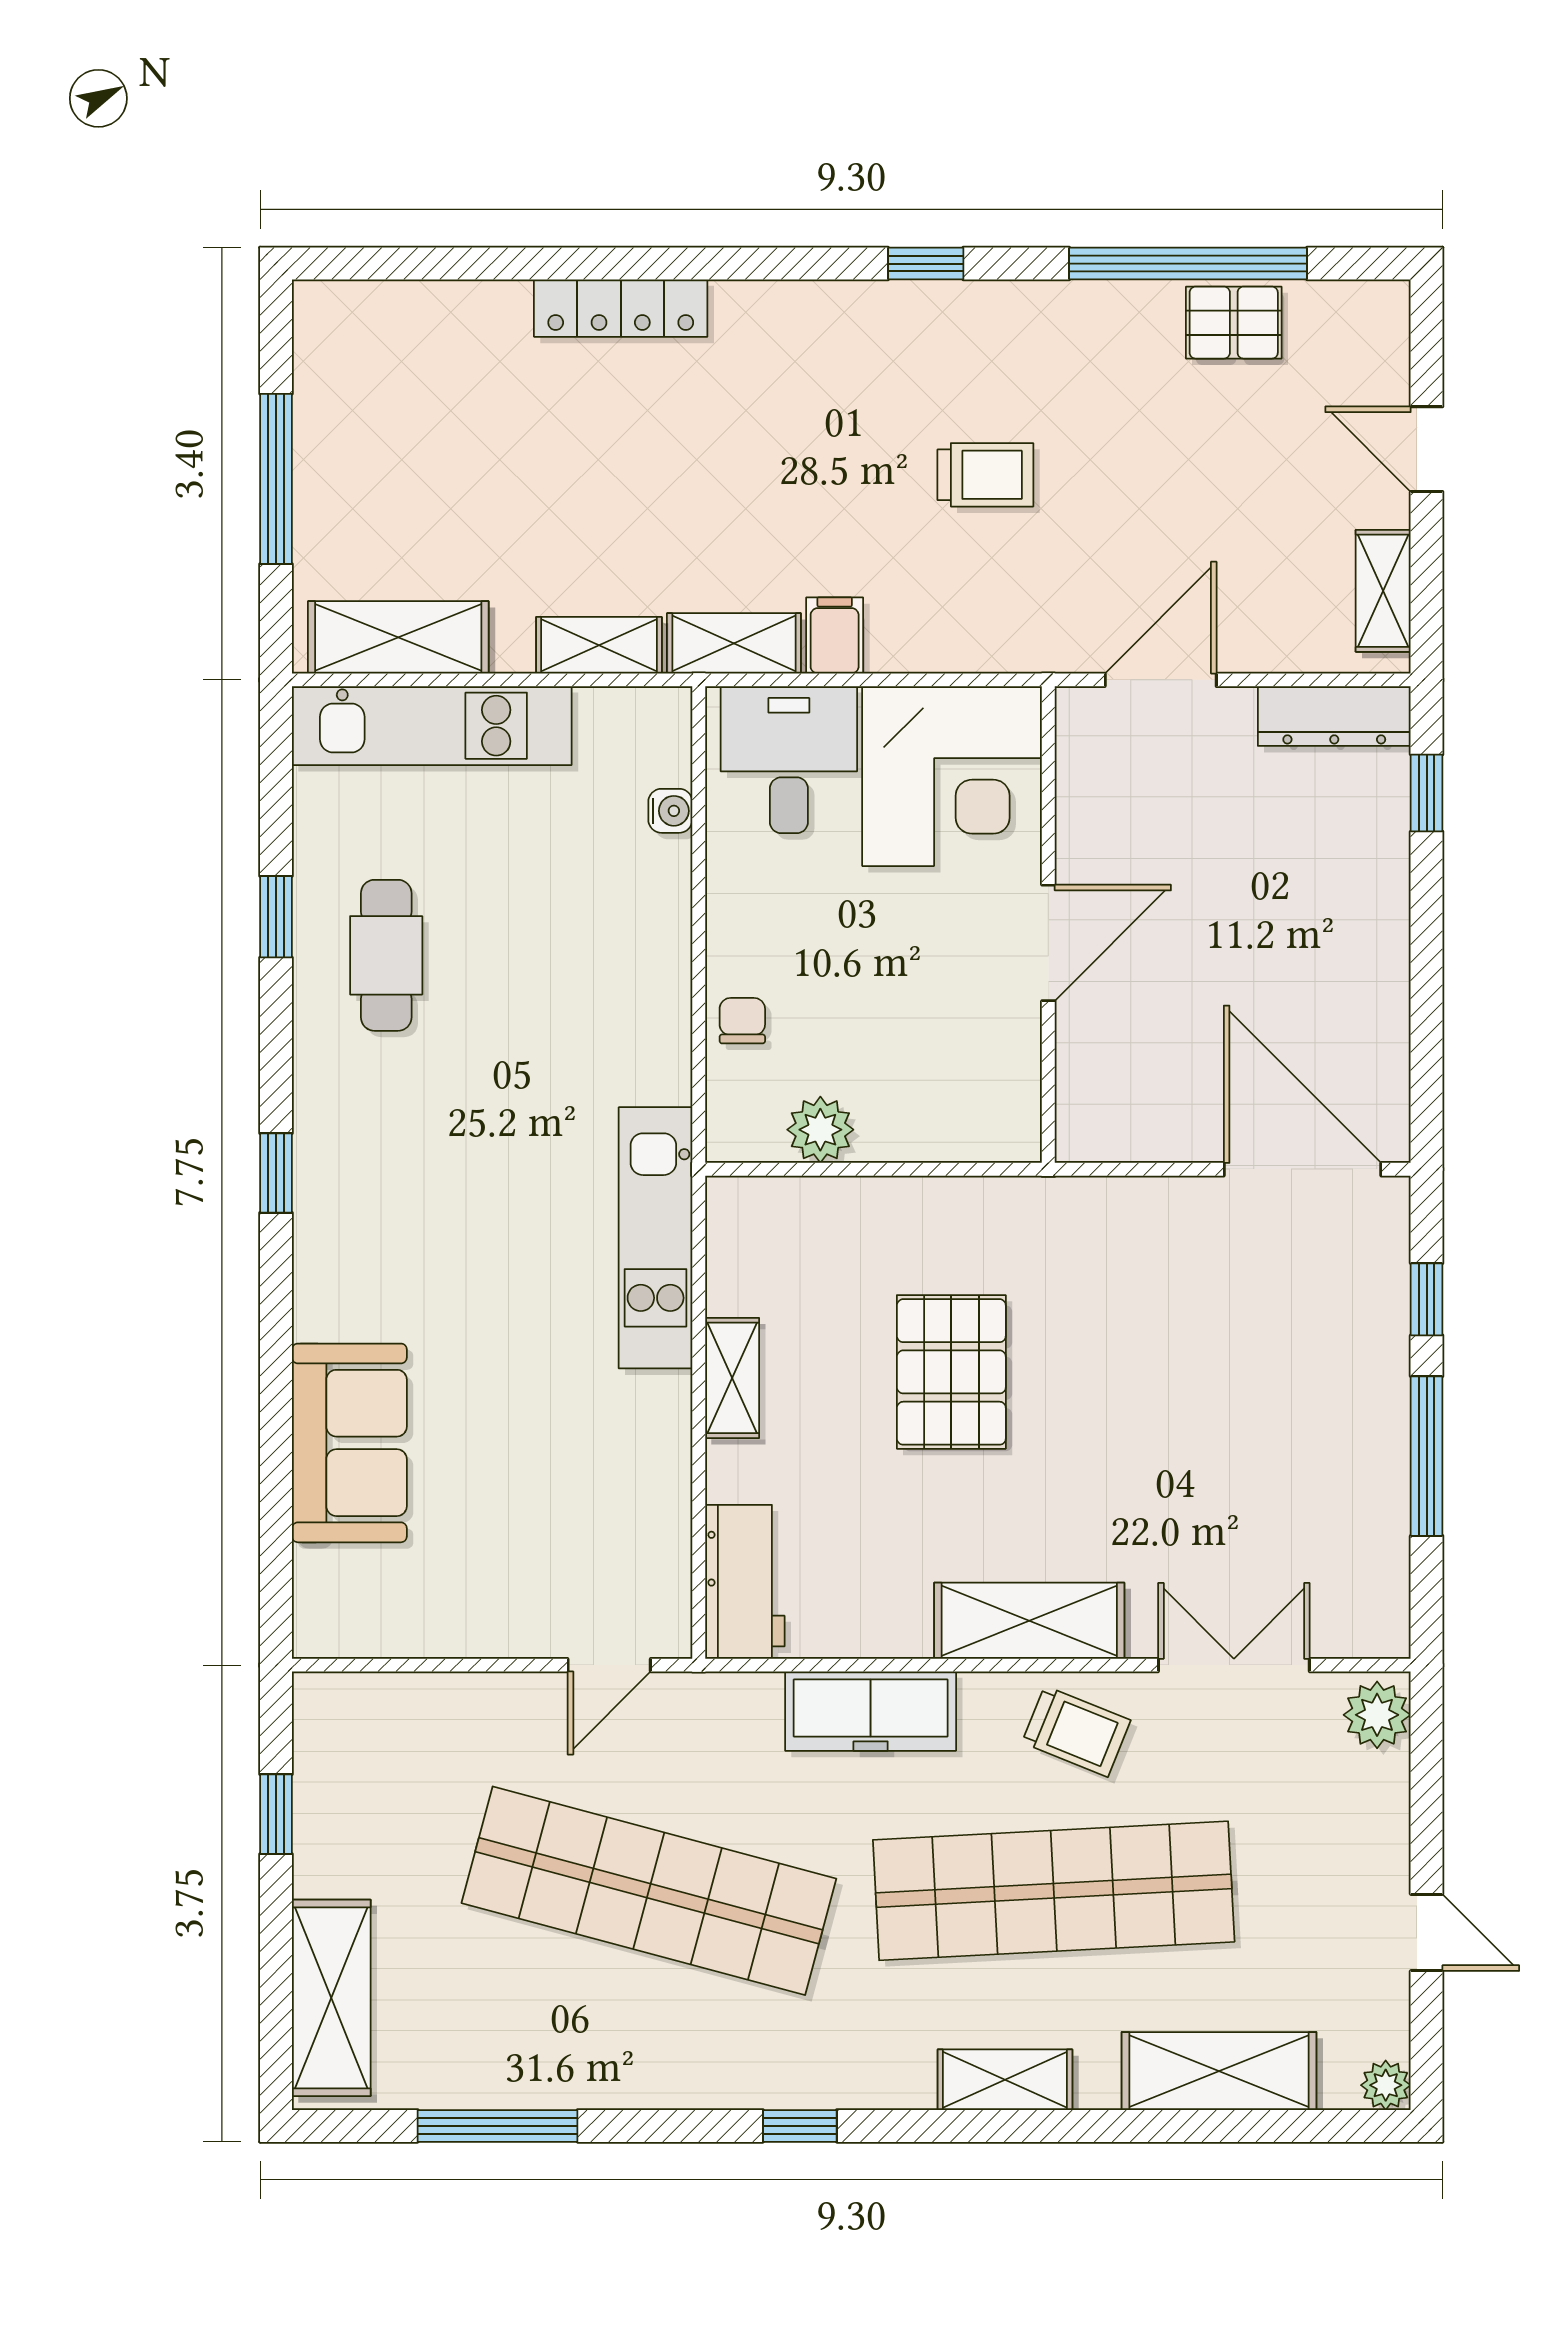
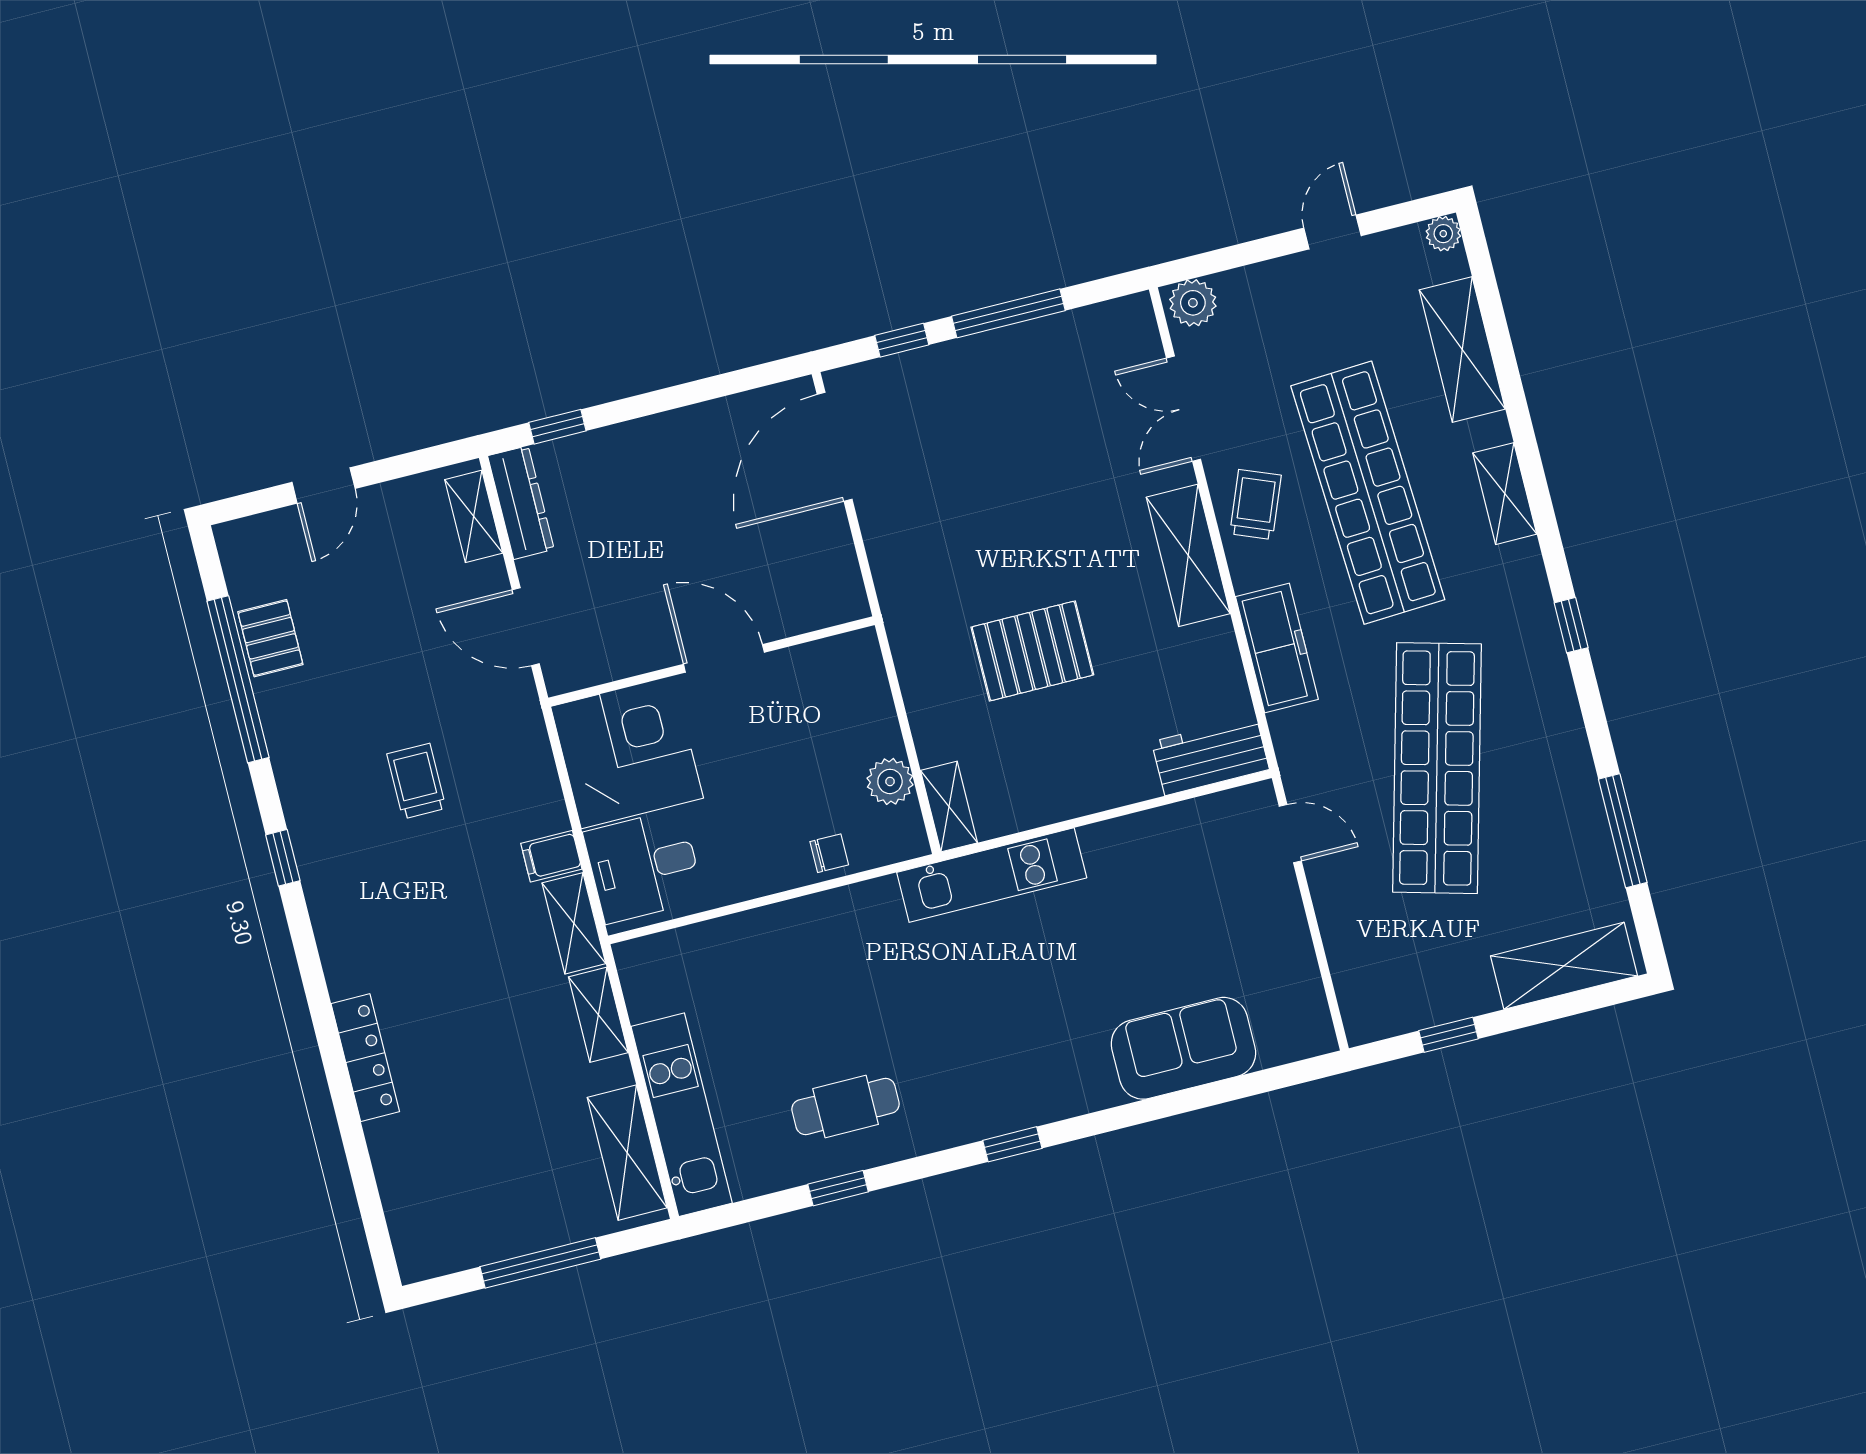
shelving: (1383, 591) -> (474, 516), moved, turned 90
water cooler: (670, 811) -> (699, 938), removed
chair: (742, 1021) -> (829, 853), turned 180
shelving: (732, 1378) -> (949, 807), moved, turned 90

